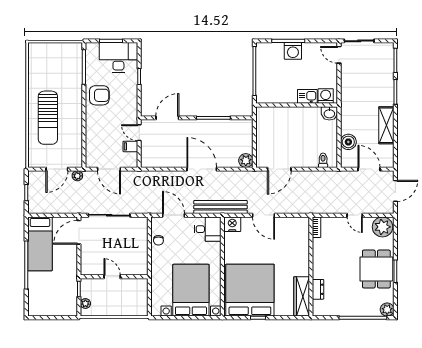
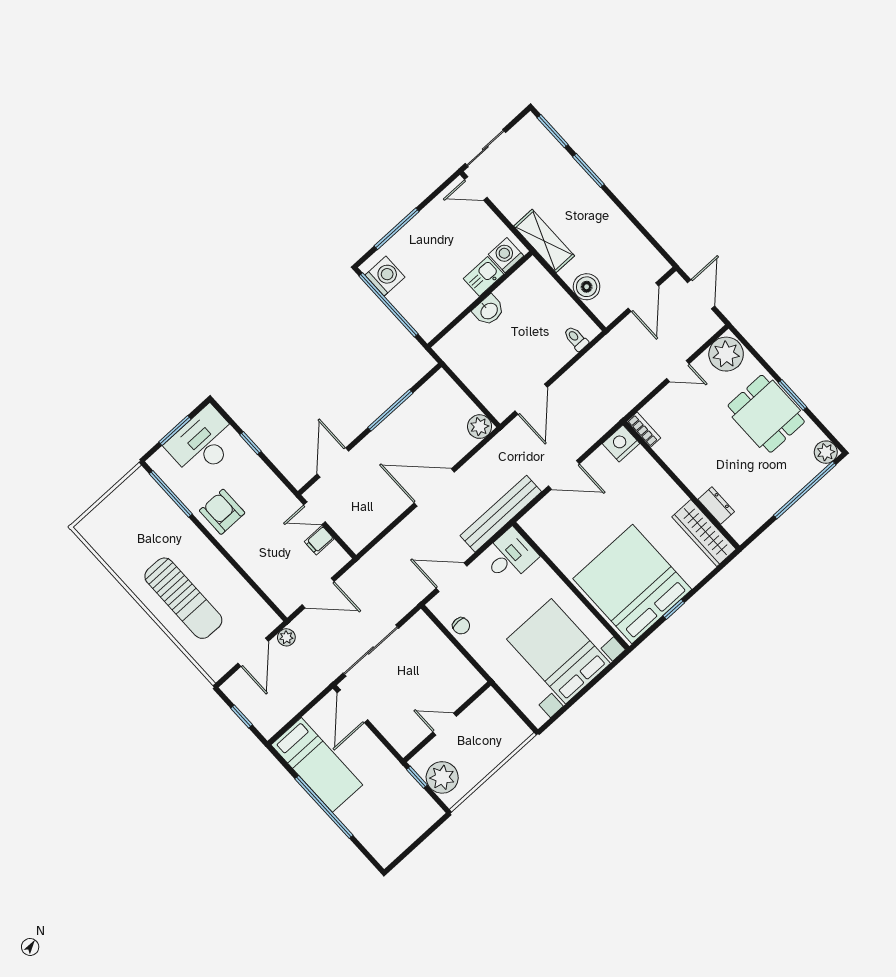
washing machine: (293, 51) -> (385, 276), moved, turned -90
armchair: (99, 95) -> (222, 512), turned -90
washbasin: (329, 113) -> (489, 311), moved
shelving: (386, 125) -> (544, 241), moved
door: (369, 169) -> (643, 297), swing flipped
nightstand: (232, 224) -> (621, 443), moved
plant: (85, 304) -> (442, 777), width x1.88, depth x1.88

